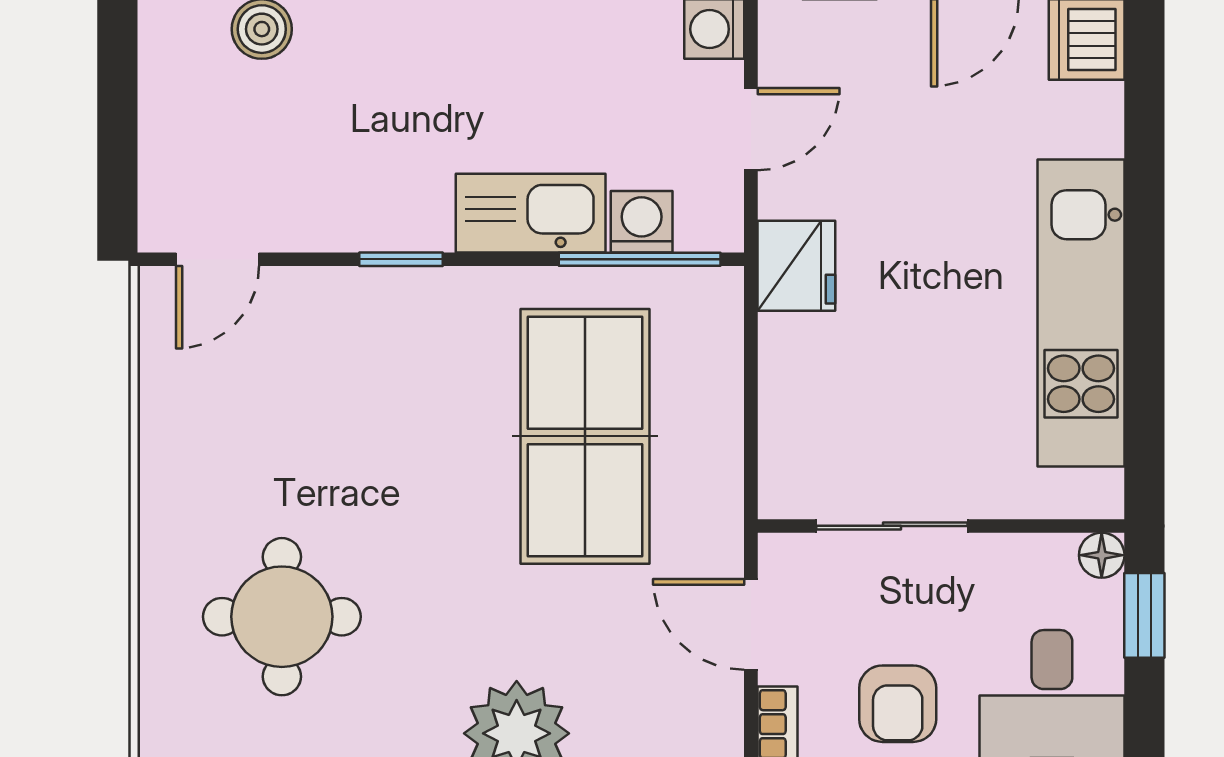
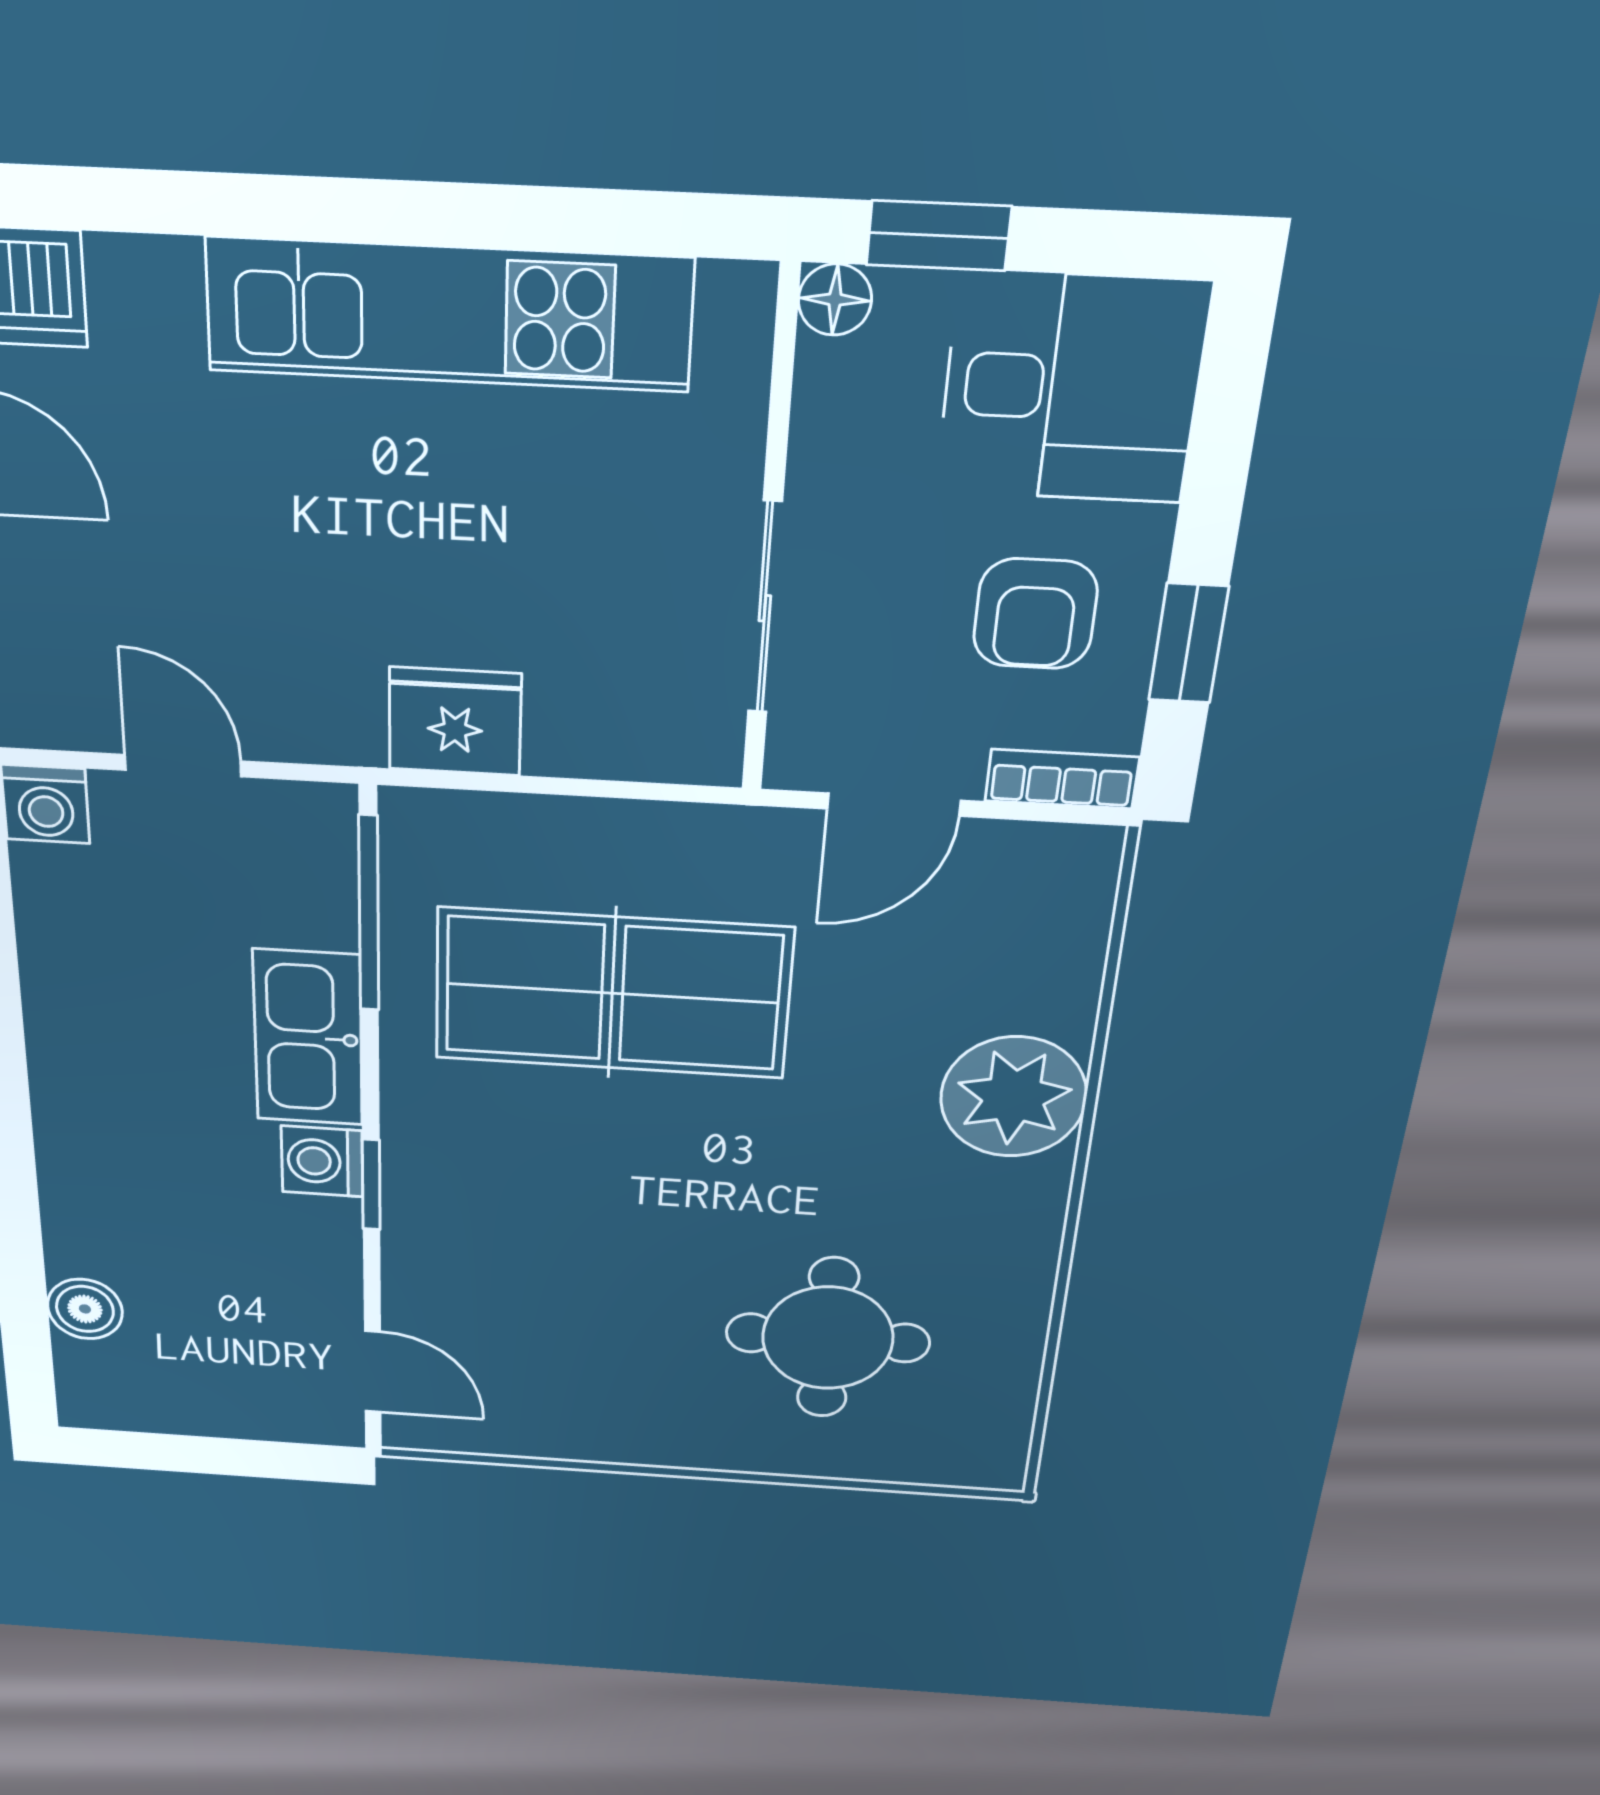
washing machine: (642, 222) -> (322, 1161), moved
fridge: (796, 266) -> (455, 721), moved
armchair: (898, 704) -> (1035, 614), turned 90

